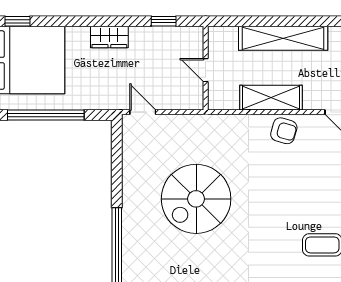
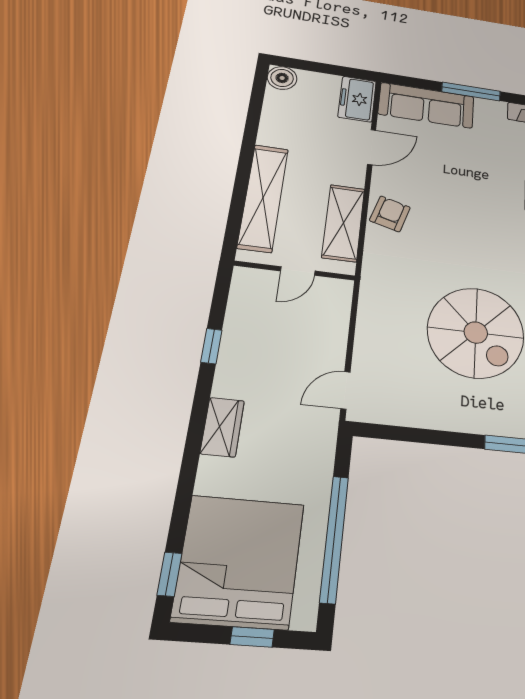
wall: (206, 68) -> (295, 271), moved
door: (206, 70) -> (298, 271), moved

